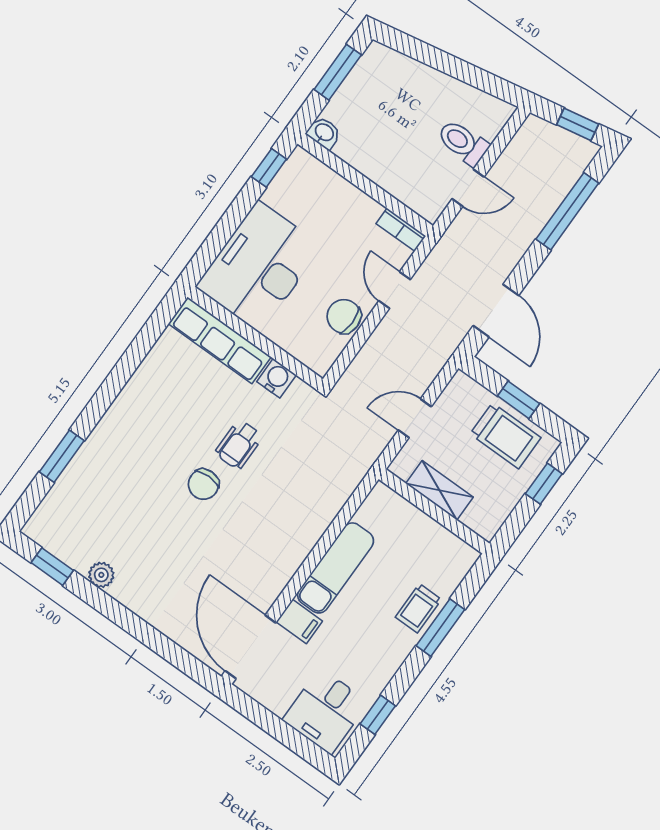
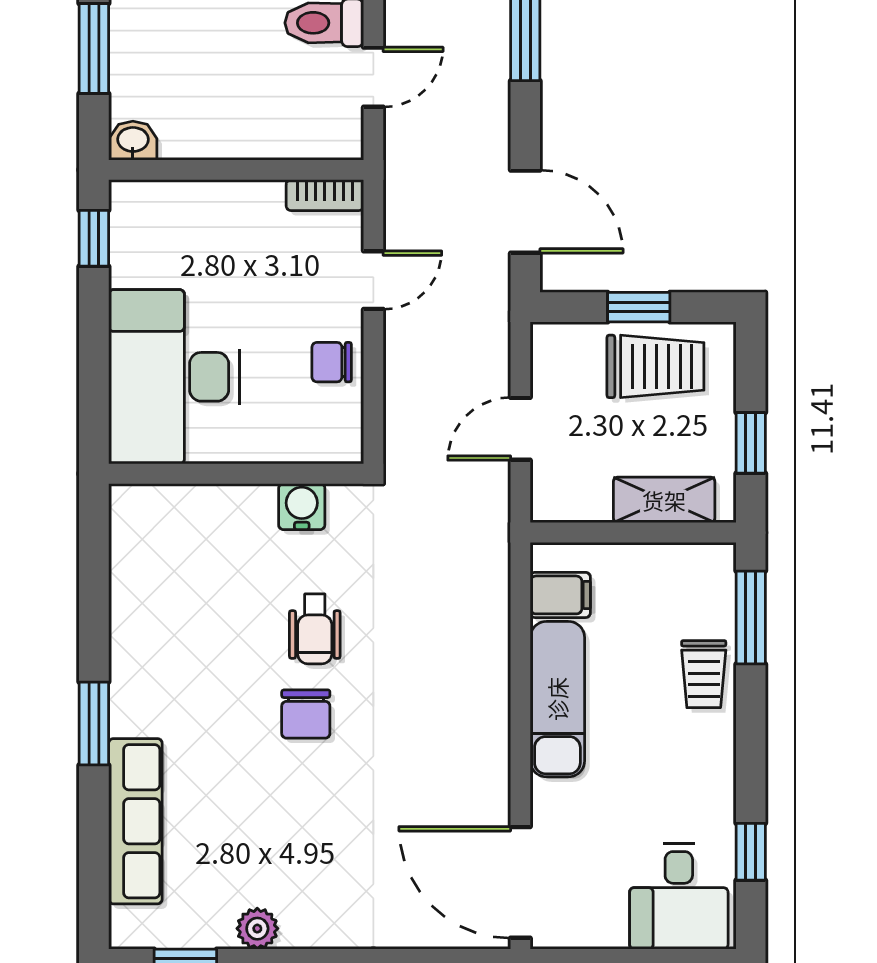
door: (395, 290) -> (373, 280), swing flipped
chair: (344, 316) -> (332, 362), width x0.73, depth x0.73
row of seats: (220, 340) -> (135, 821), moved, turned -90
window: (62, 456) -> (94, 723), moved
window: (544, 484) -> (751, 443), moved
shelving: (439, 490) -> (664, 500), moved
filing cabinet: (299, 621) -> (560, 595), moved
window: (440, 628) -> (751, 618), moved

